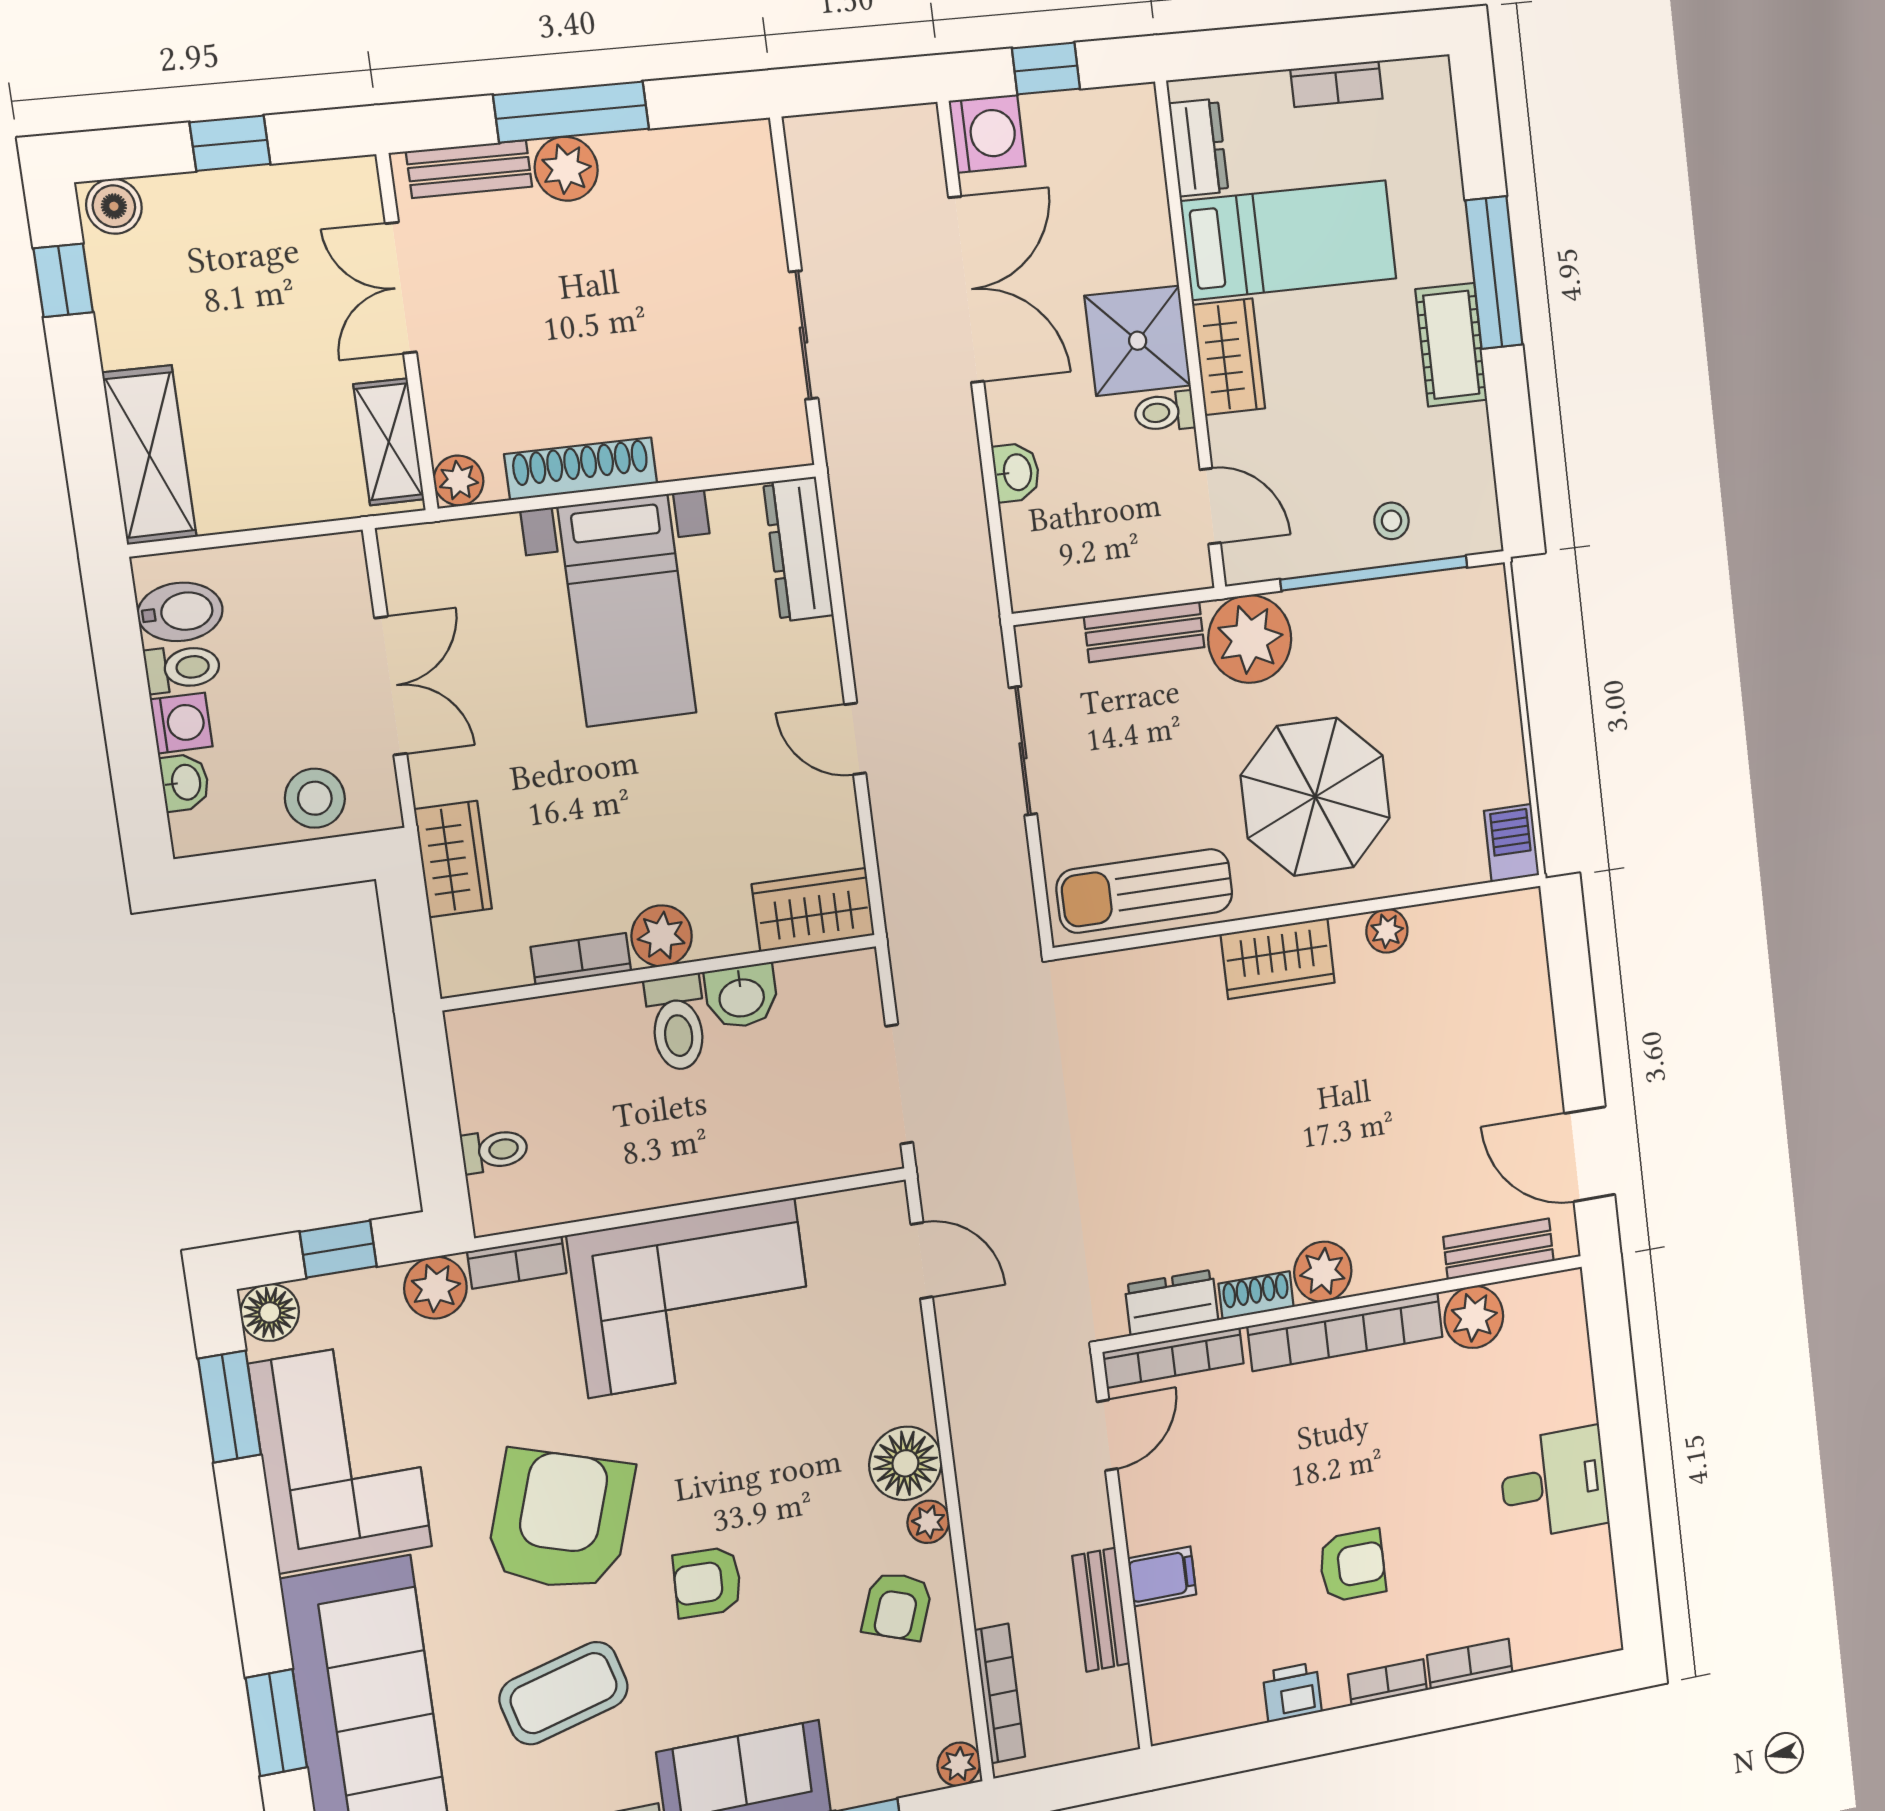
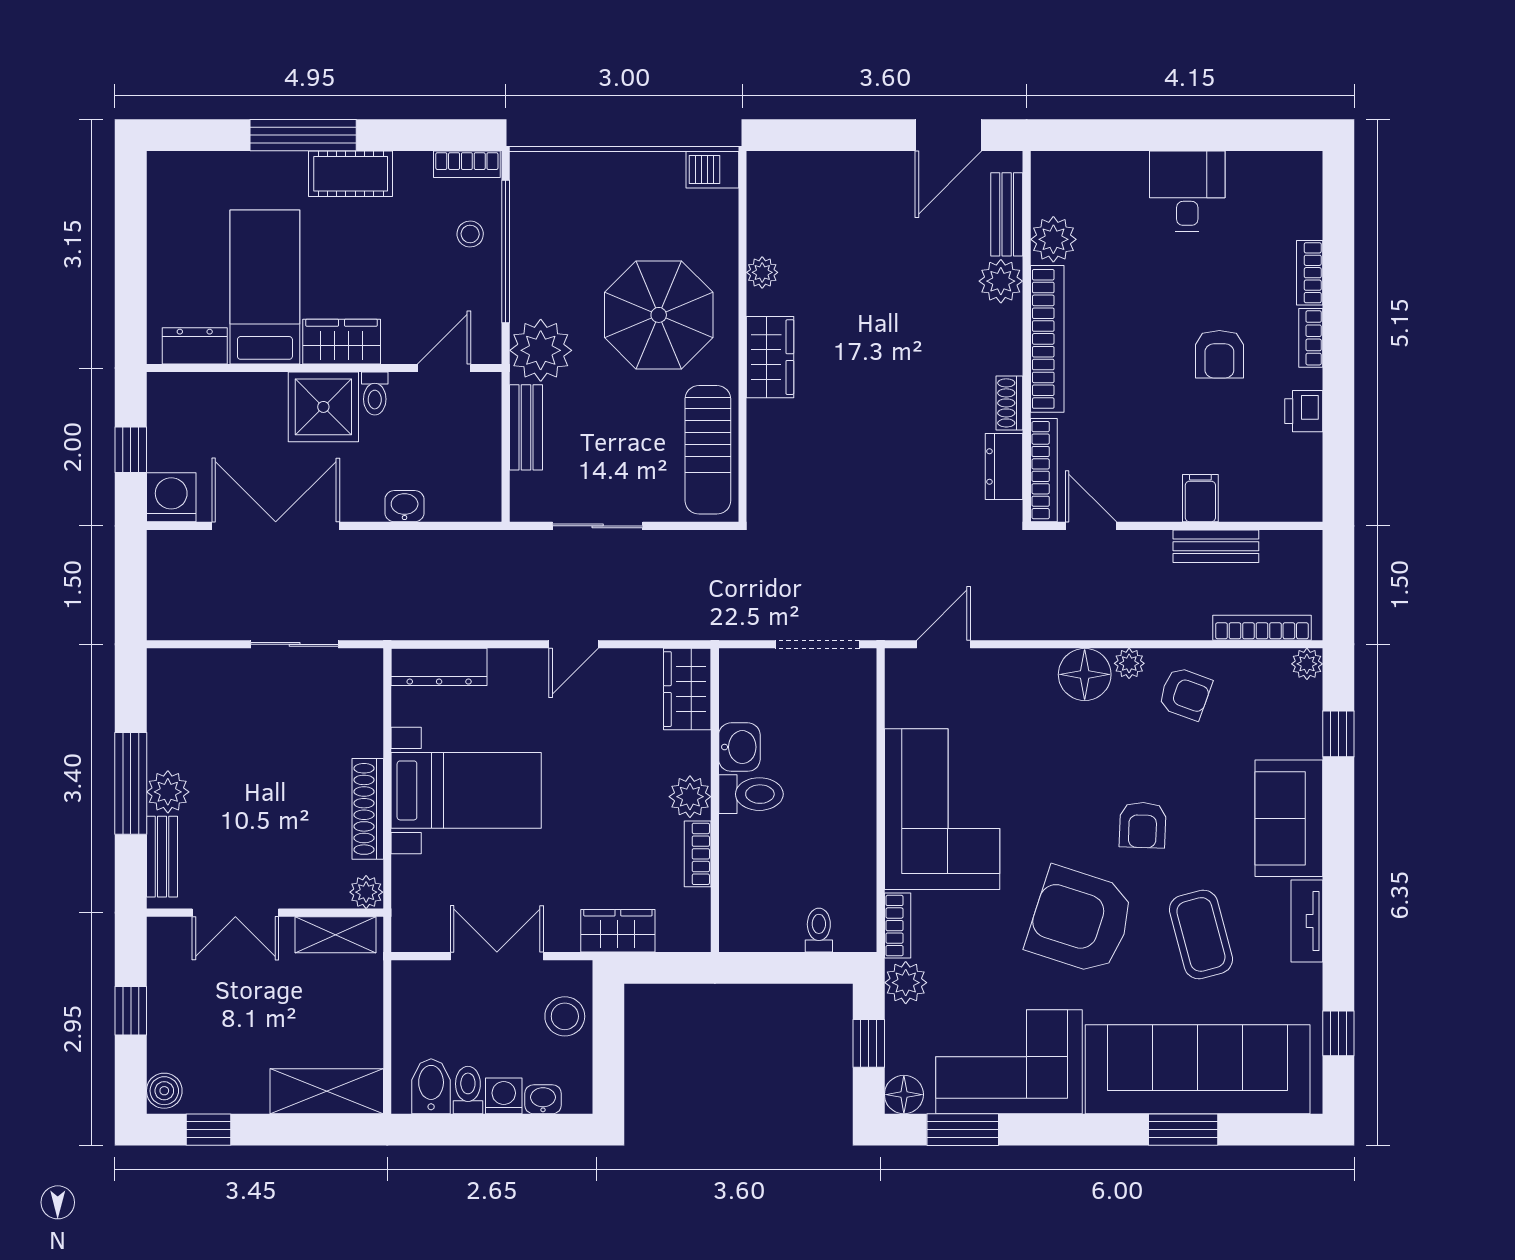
bookcase: (1337, 84) -> (467, 164), moved, turned 90
plant: (1323, 1272) -> (1001, 281), moved
armchair: (1352, 1565) -> (1219, 354), turned 180

